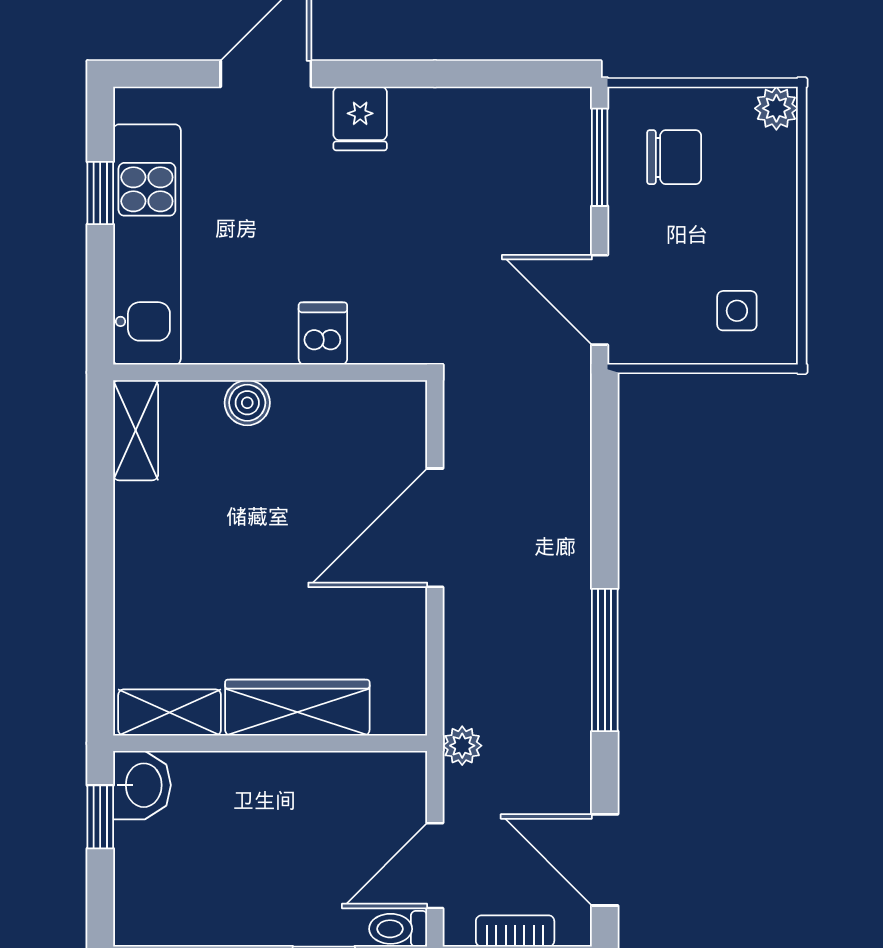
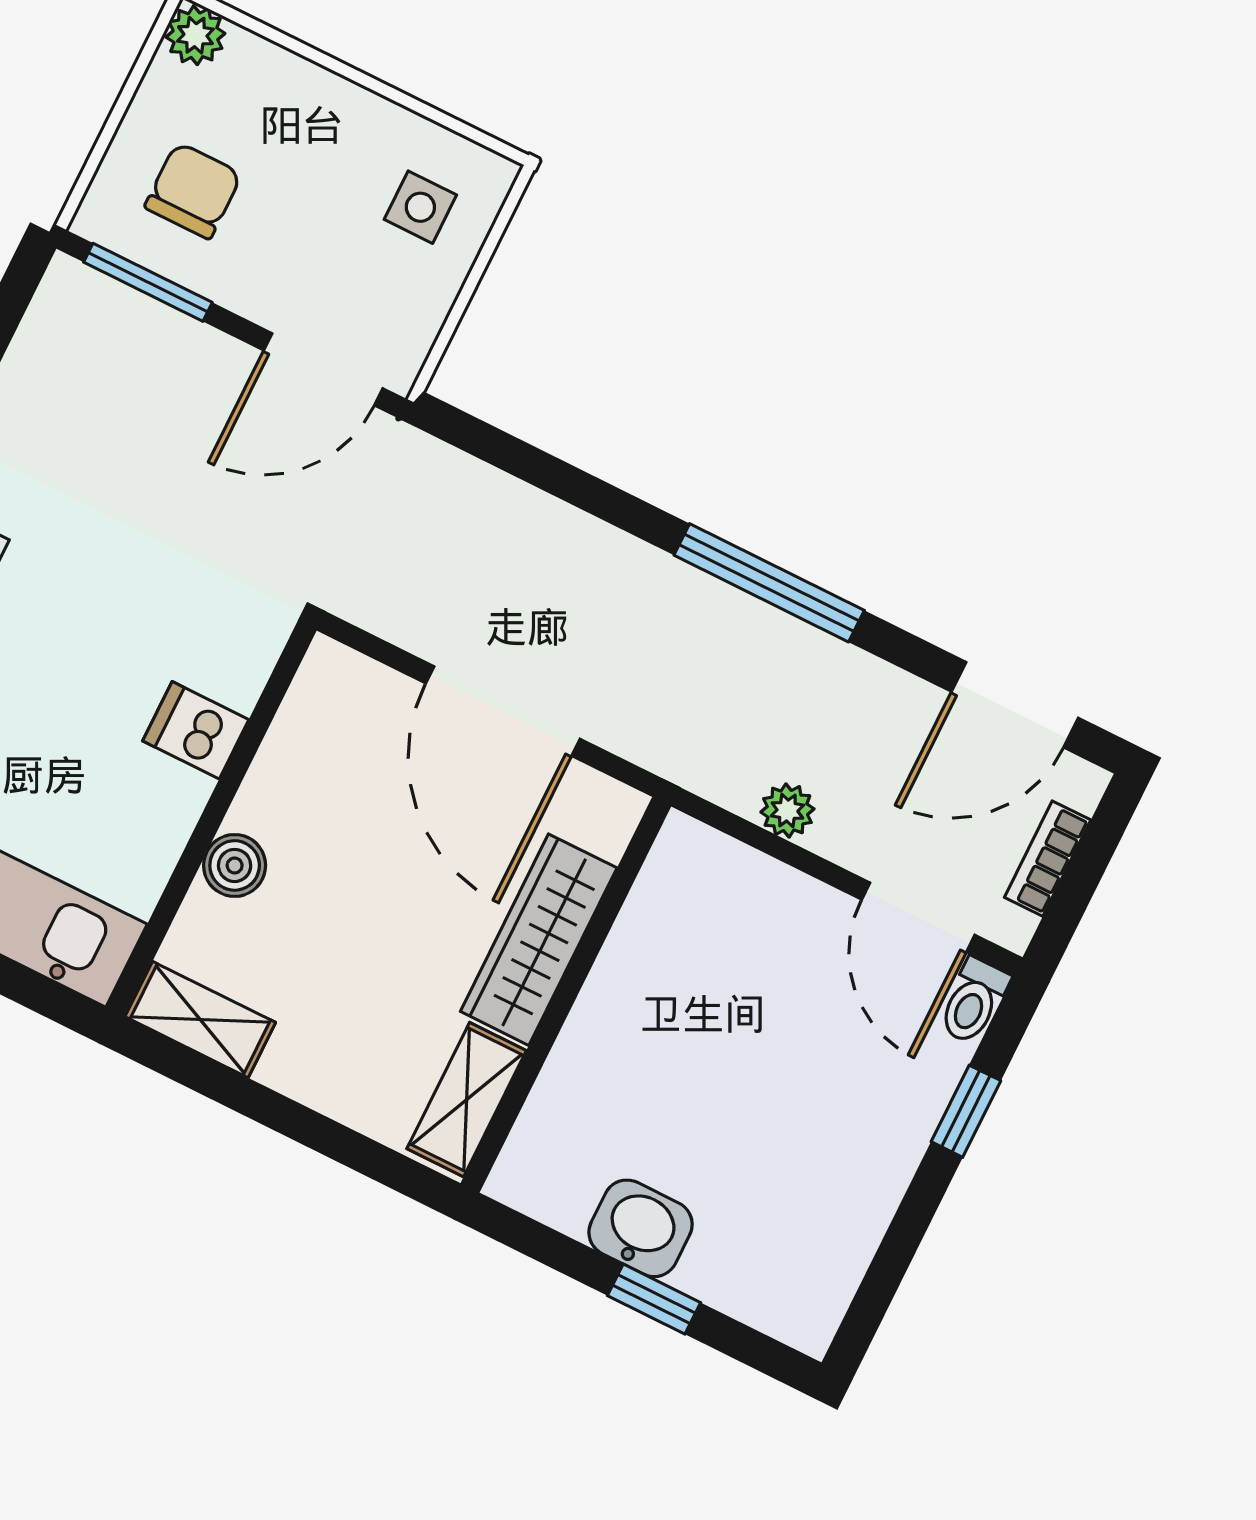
wardrobe: (297, 708) -> (539, 940), moved
shelving: (170, 712) -> (467, 1100), moved
wall: (270, 743) -> (566, 995), moved

